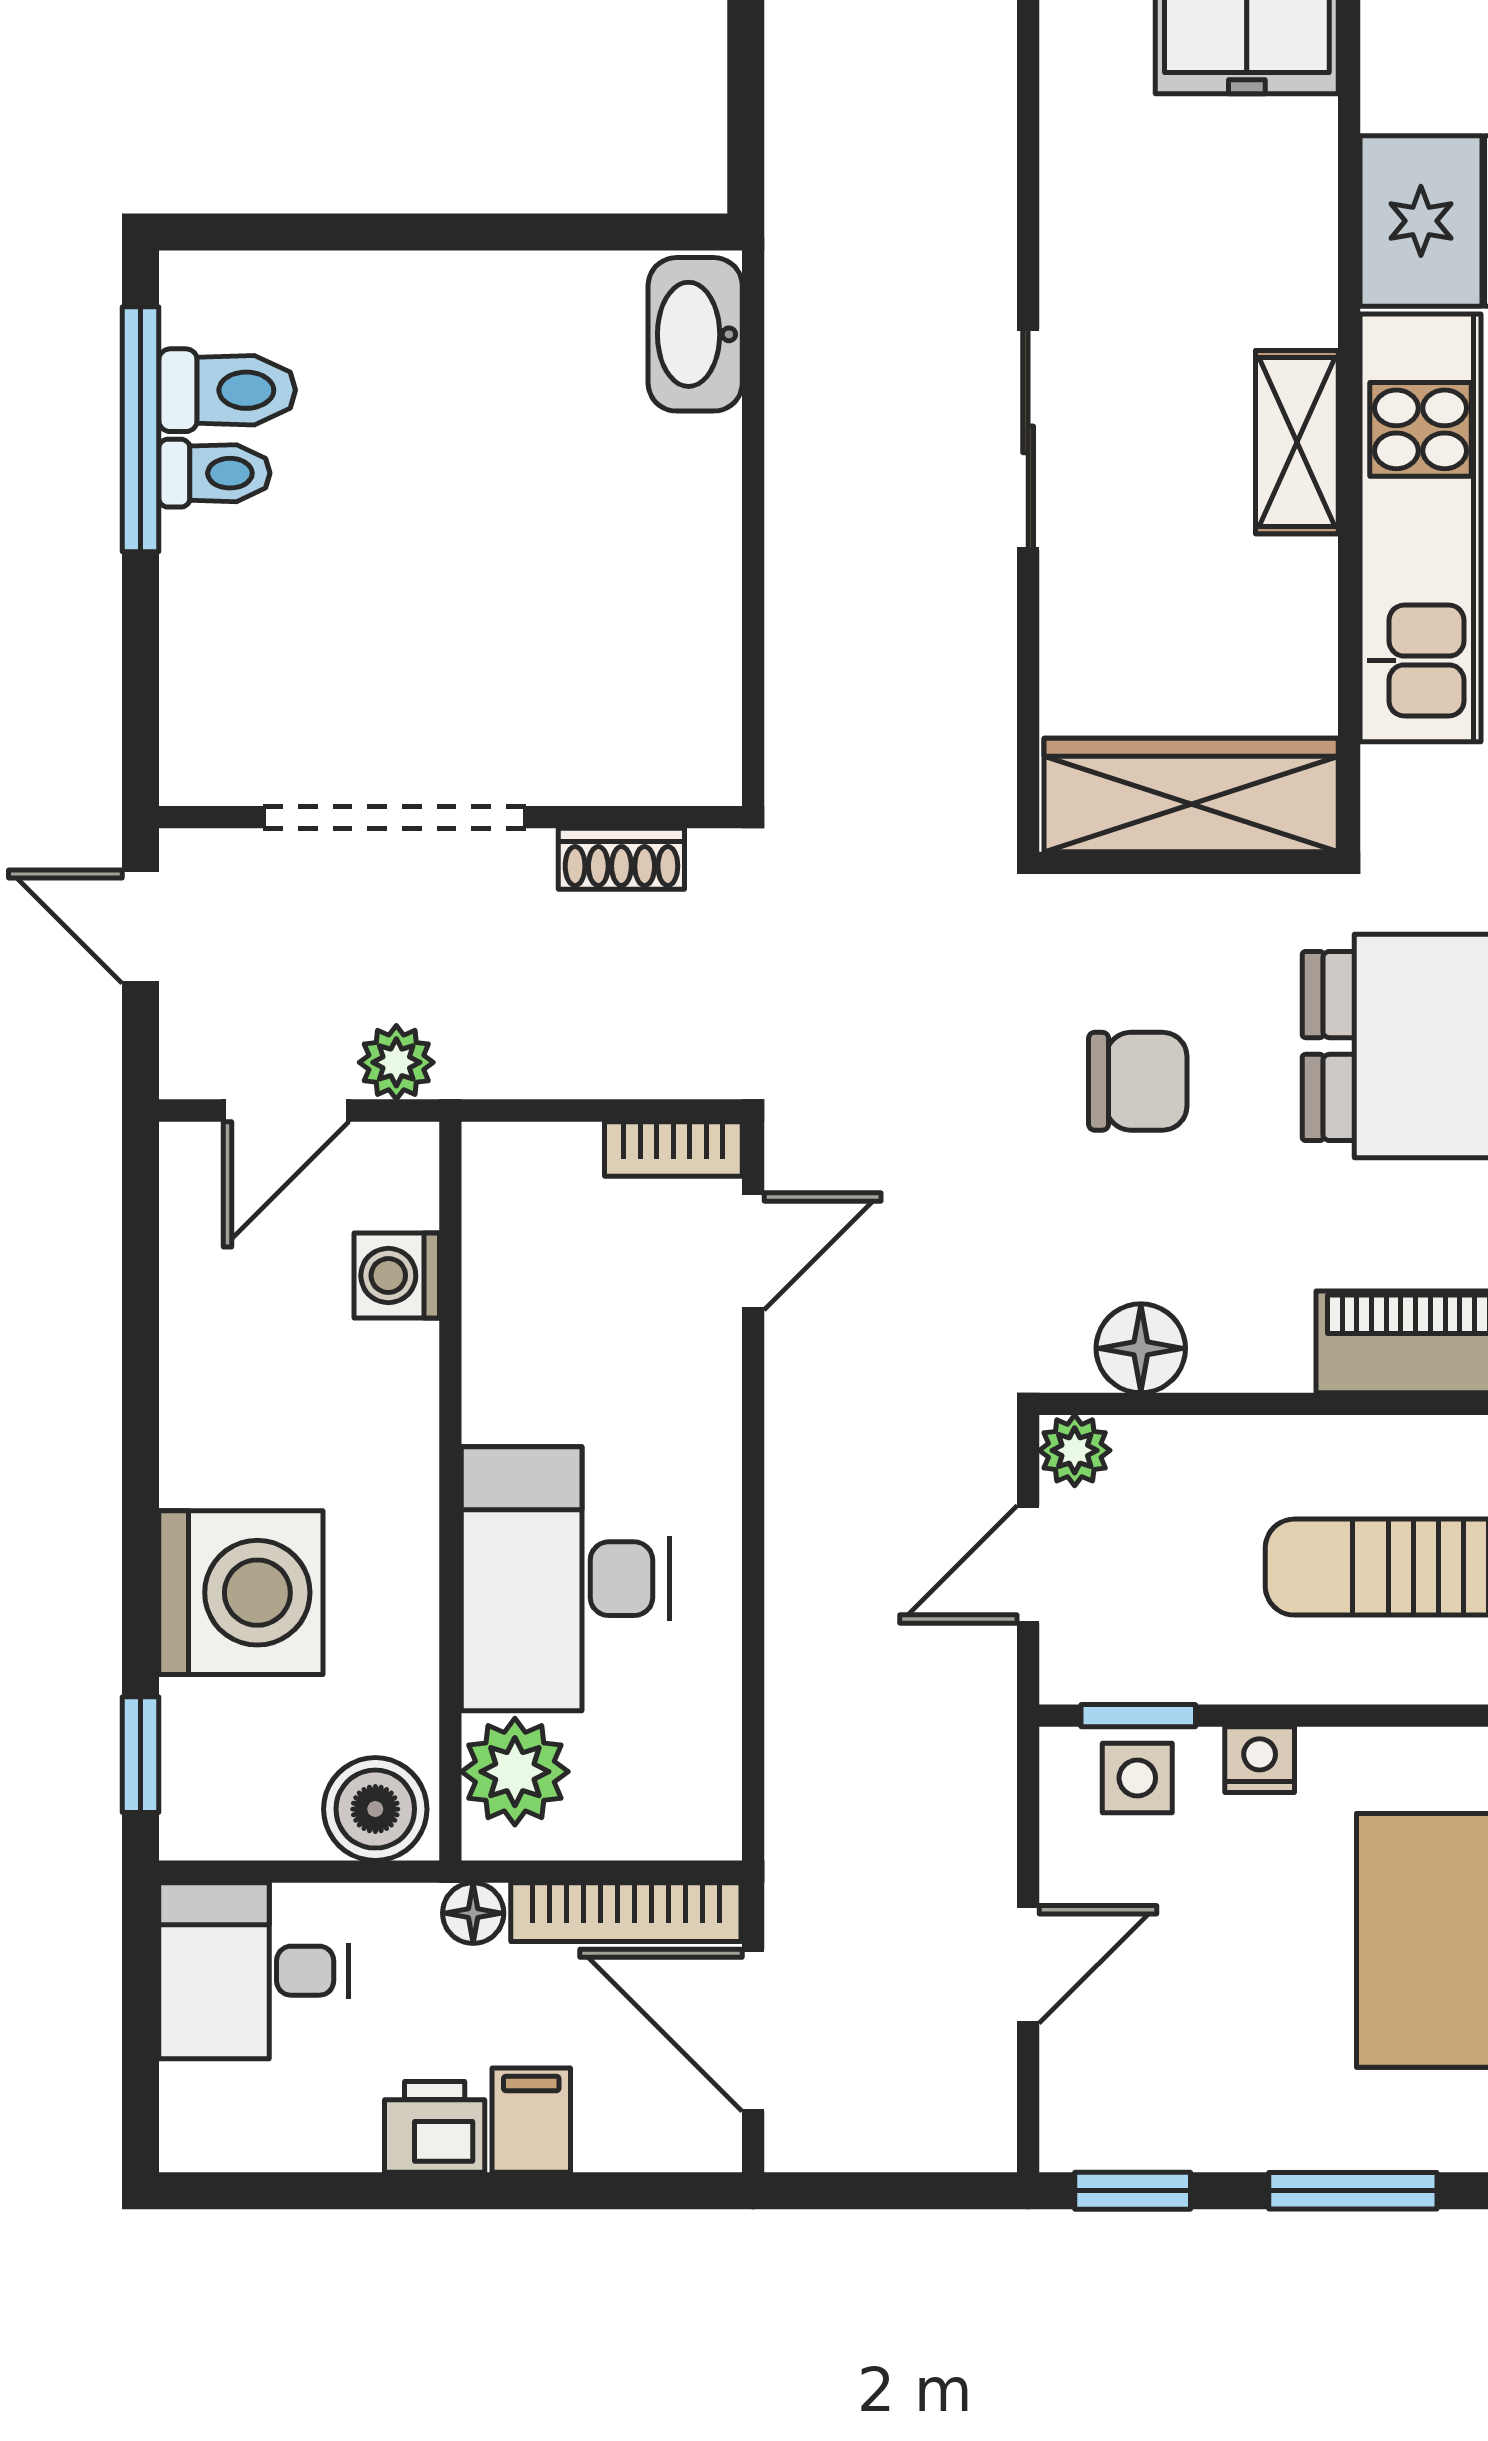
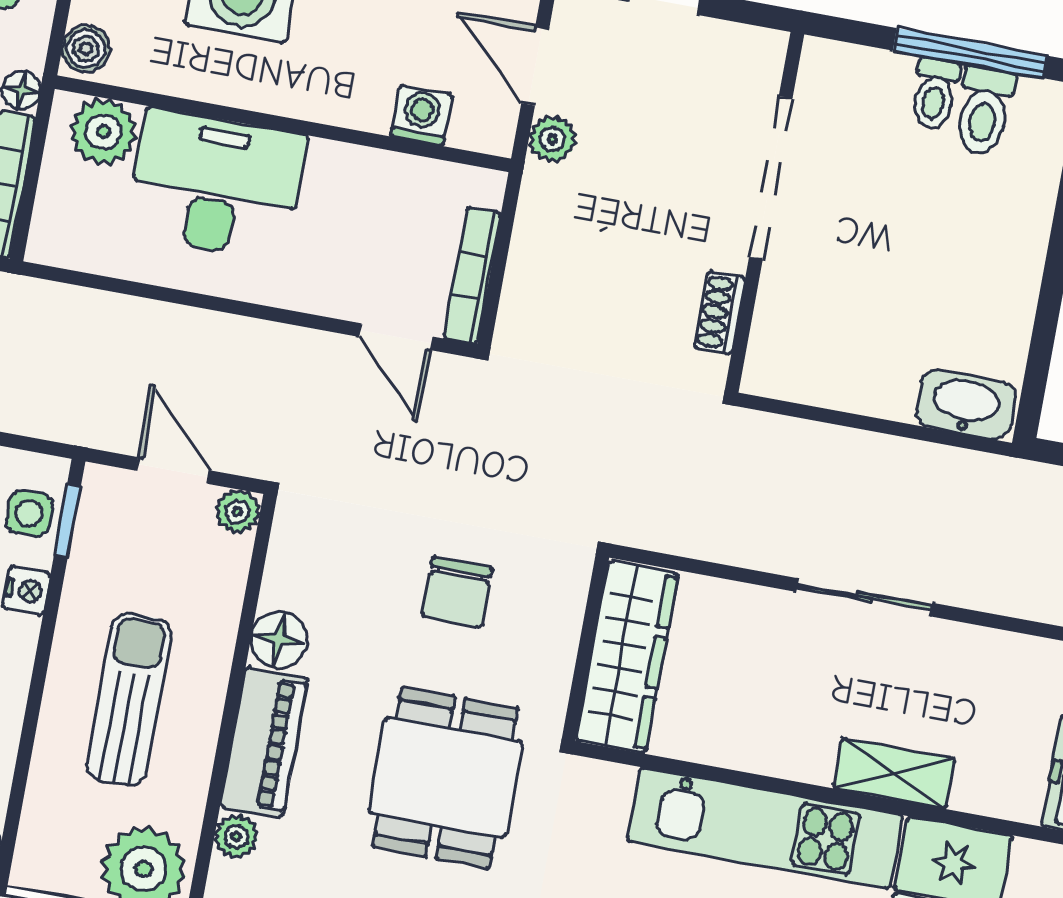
shelving: (1297, 442) -> (894, 773), moved
doorway: (394, 817) -> (771, 178), moved
wall: (450, 817) -> (764, 212), moved
shoe rack: (621, 859) -> (720, 313), moved
bookcase: (673, 1149) -> (472, 276), width x1.56
floor lamp: (1141, 1348) -> (279, 640), moved
boiler: (375, 1809) -> (86, 49), width x0.73, depth x0.73

